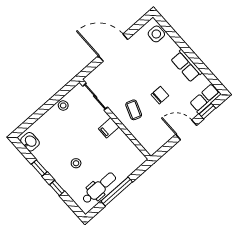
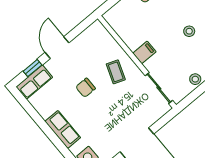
row of seats: (186, 66) -> (63, 129), moved
door: (186, 130) -> (57, 48), swing flipped
stool: (76, 163) -> (189, 31), moved

